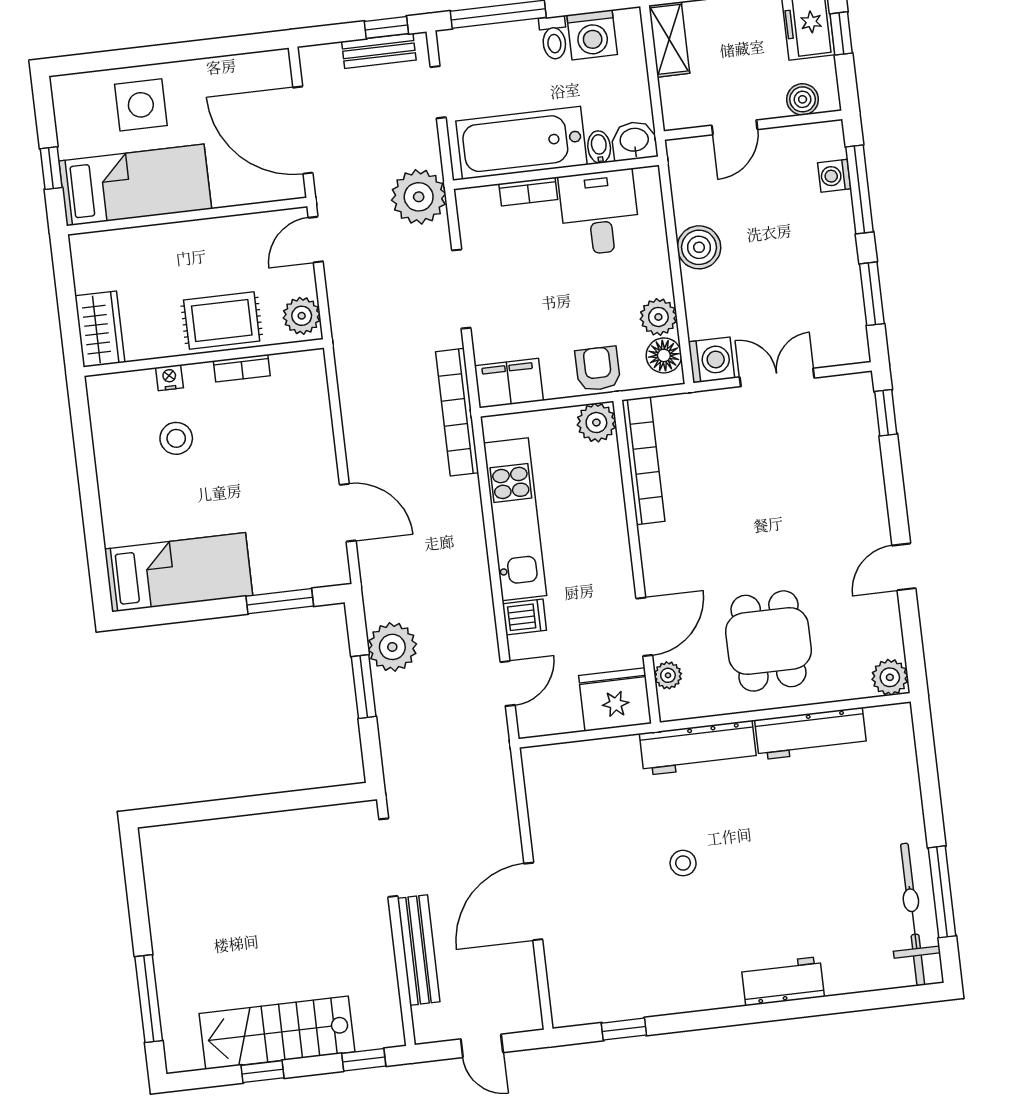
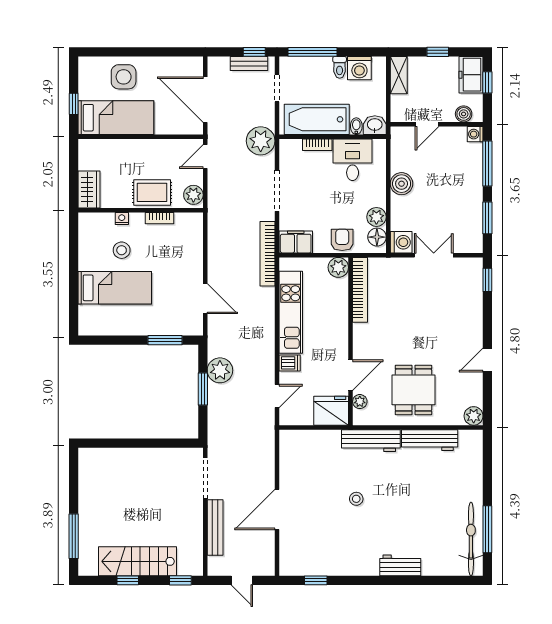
washing machine: (834, 176) -> (475, 134), moved
bed: (179, 572) -> (115, 288), moved

